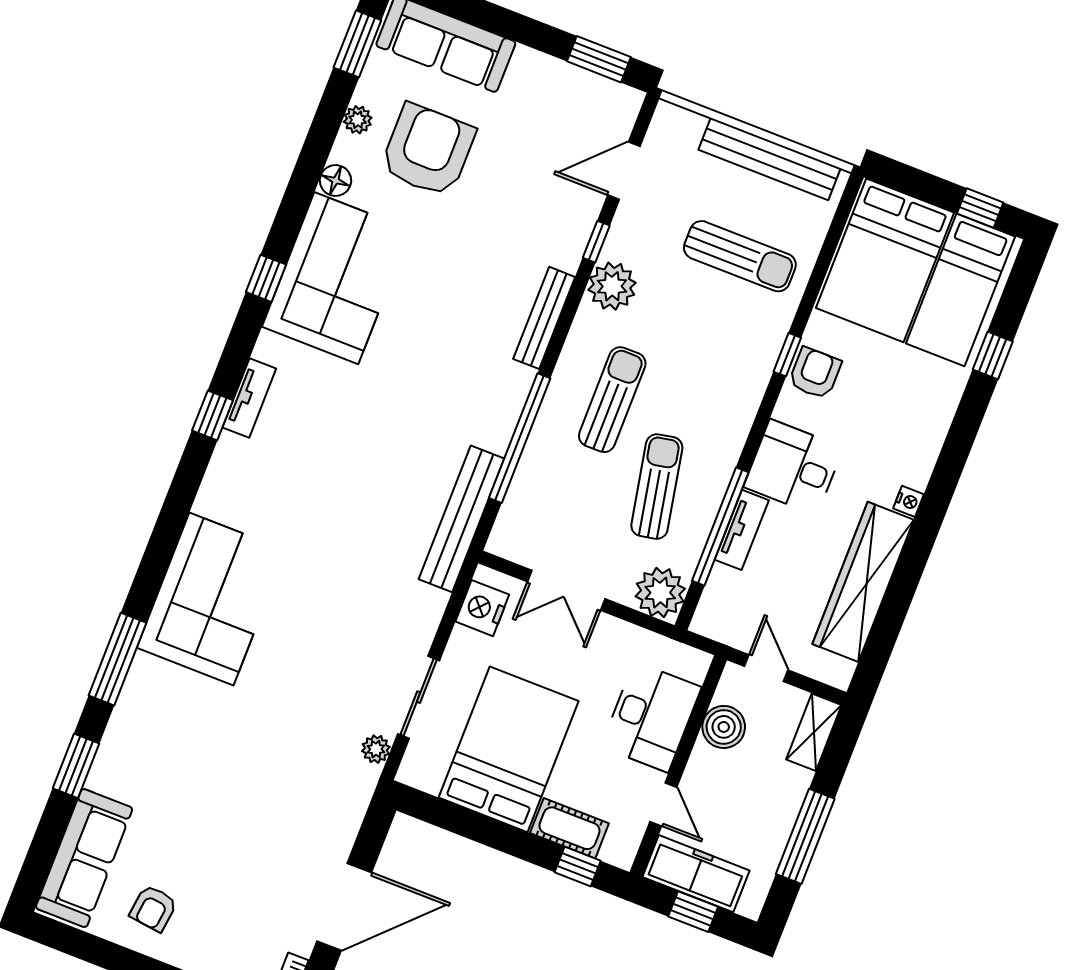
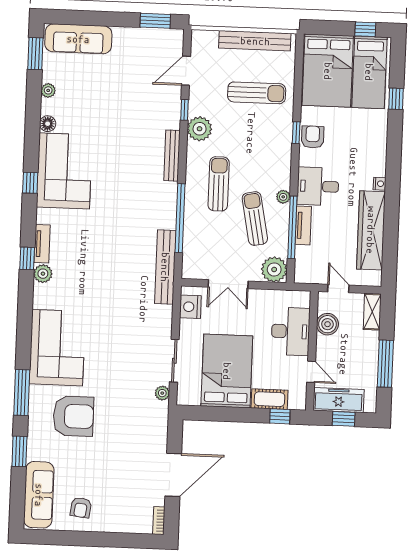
armchair: (428, 150) -> (73, 416), moved, turned 90
plant: (232, 454) -> (43, 274), added
plant: (723, 465) -> (283, 197), added

